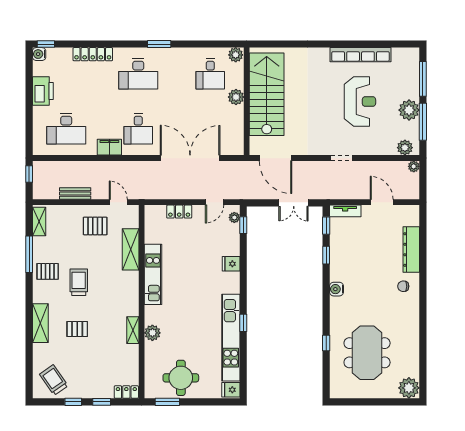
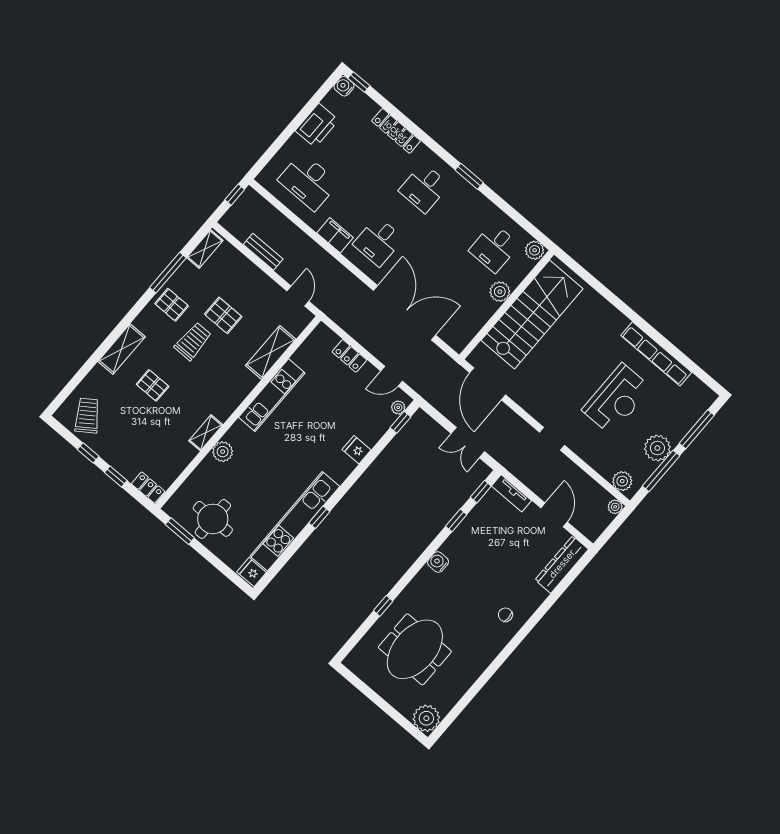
desk: (138, 74) -> (424, 188), width x0.73
pallet: (95, 226) -> (223, 315), moved
dresser: (411, 250) -> (562, 564), moved

